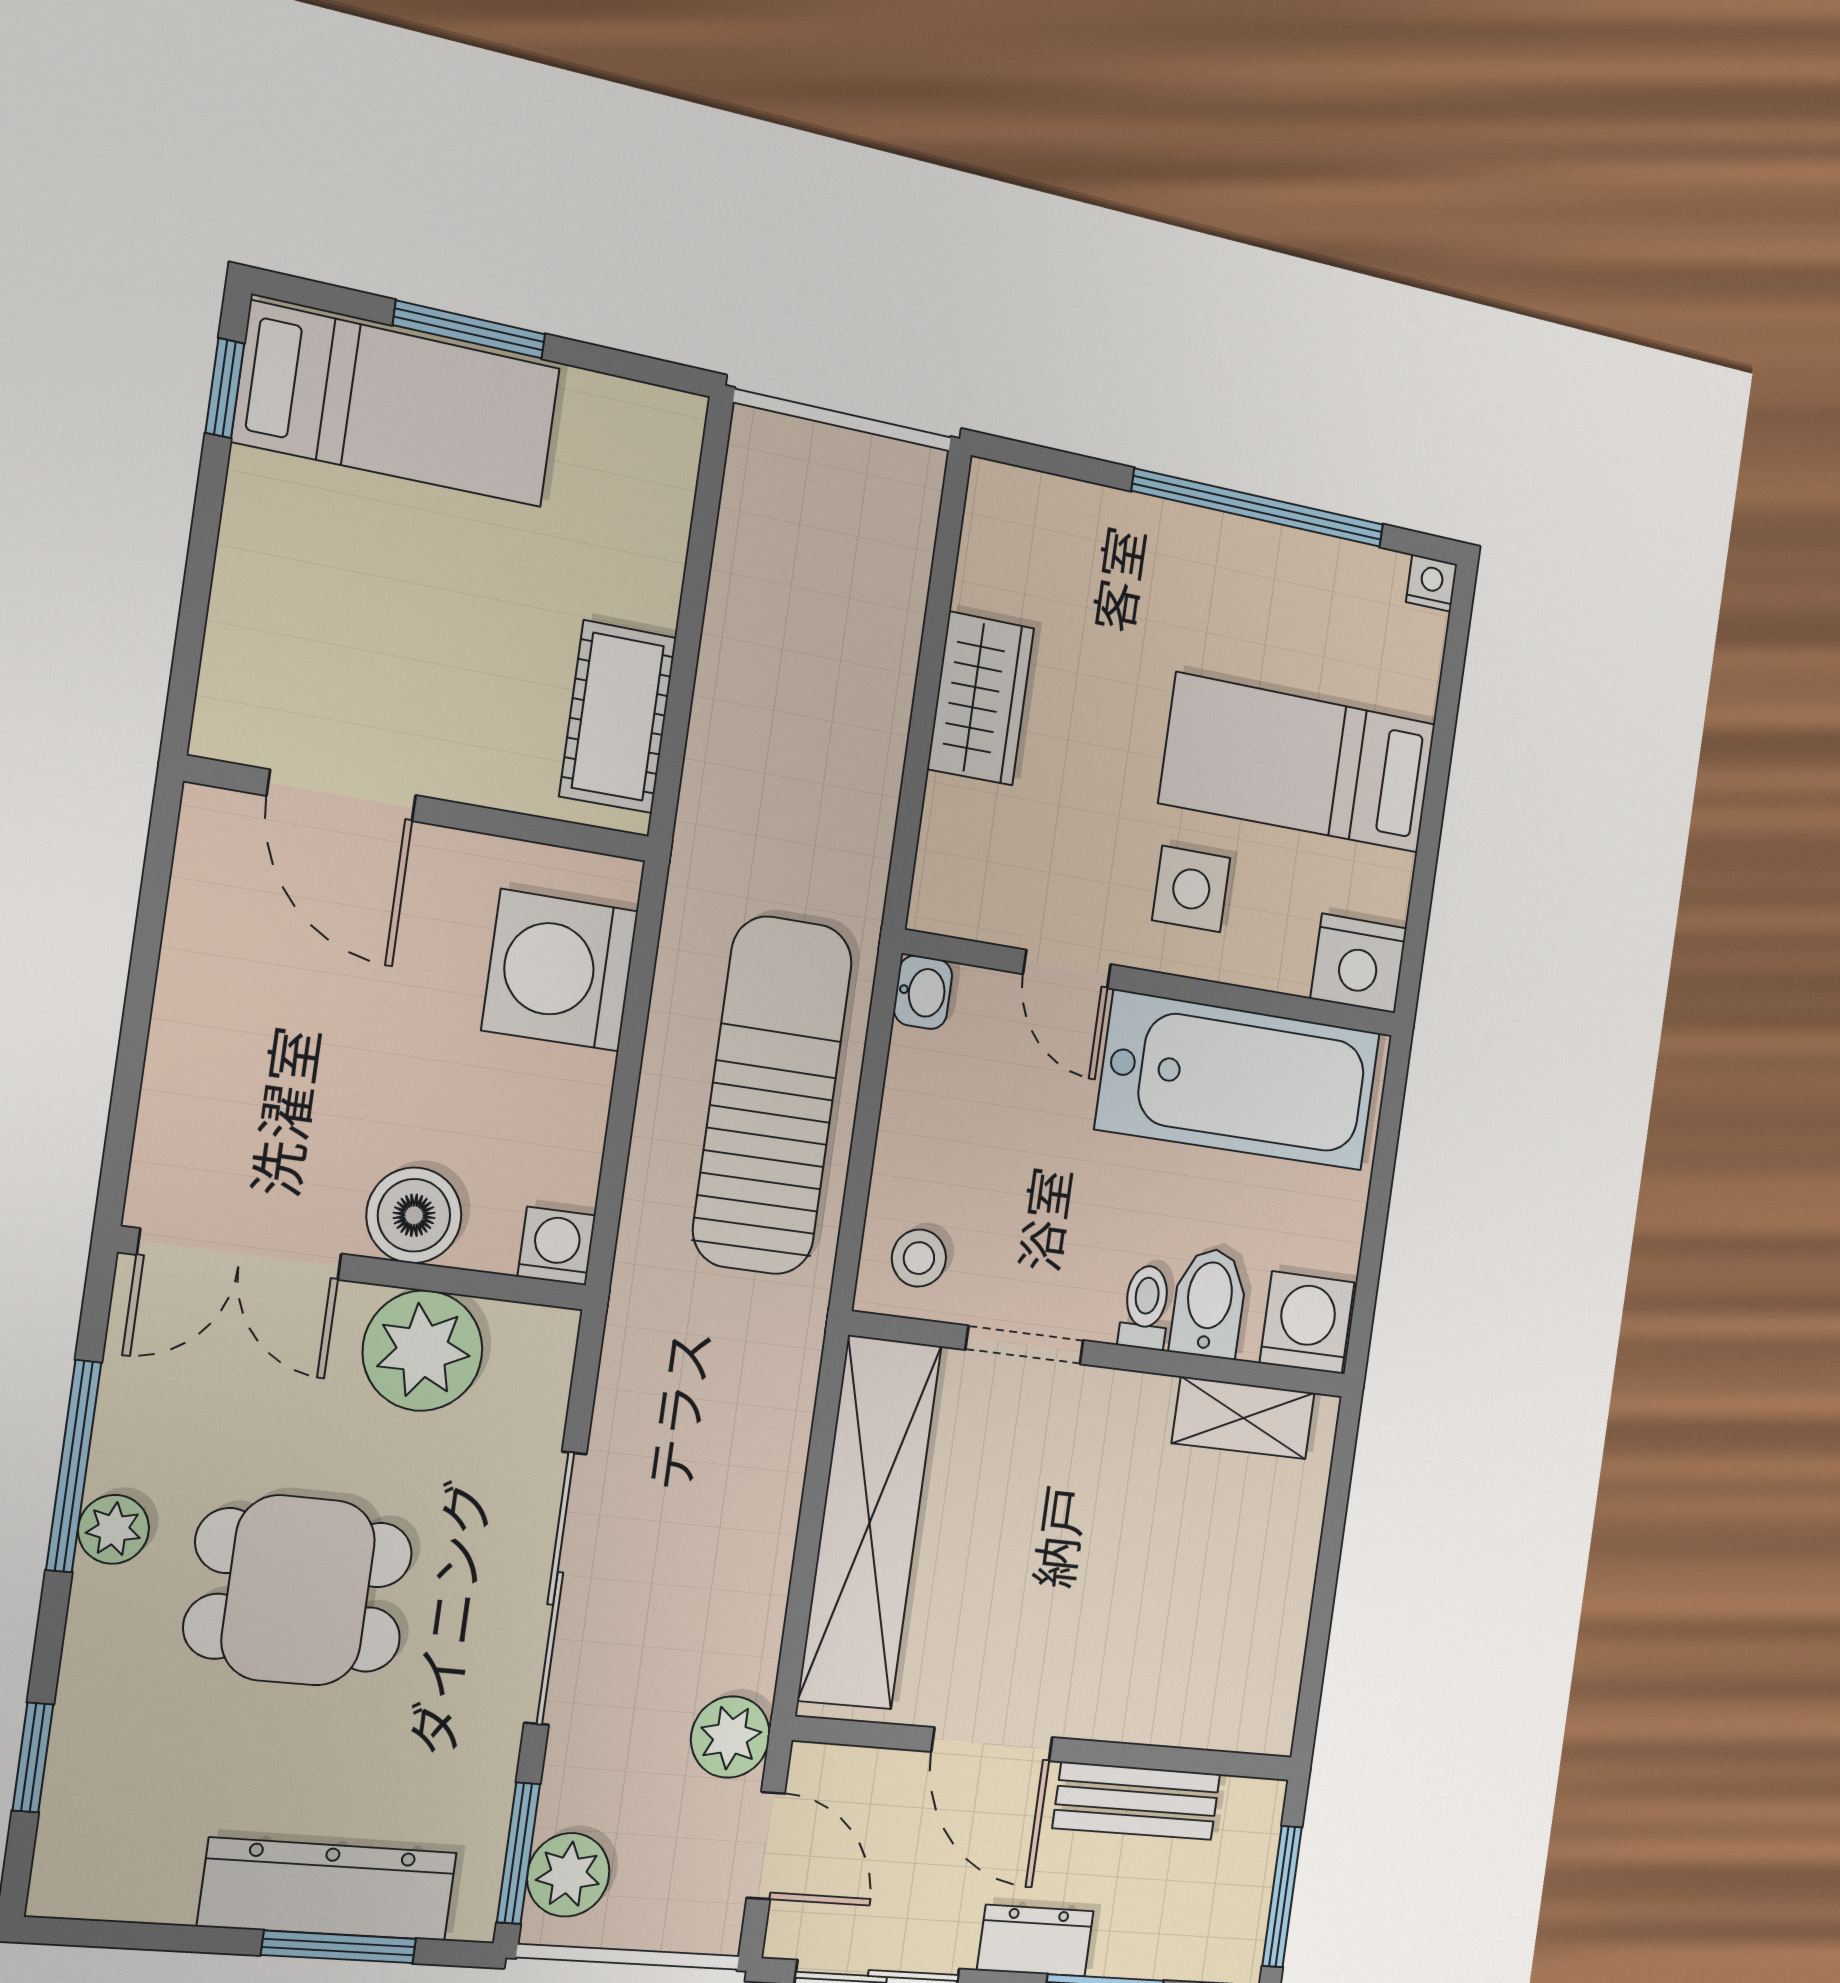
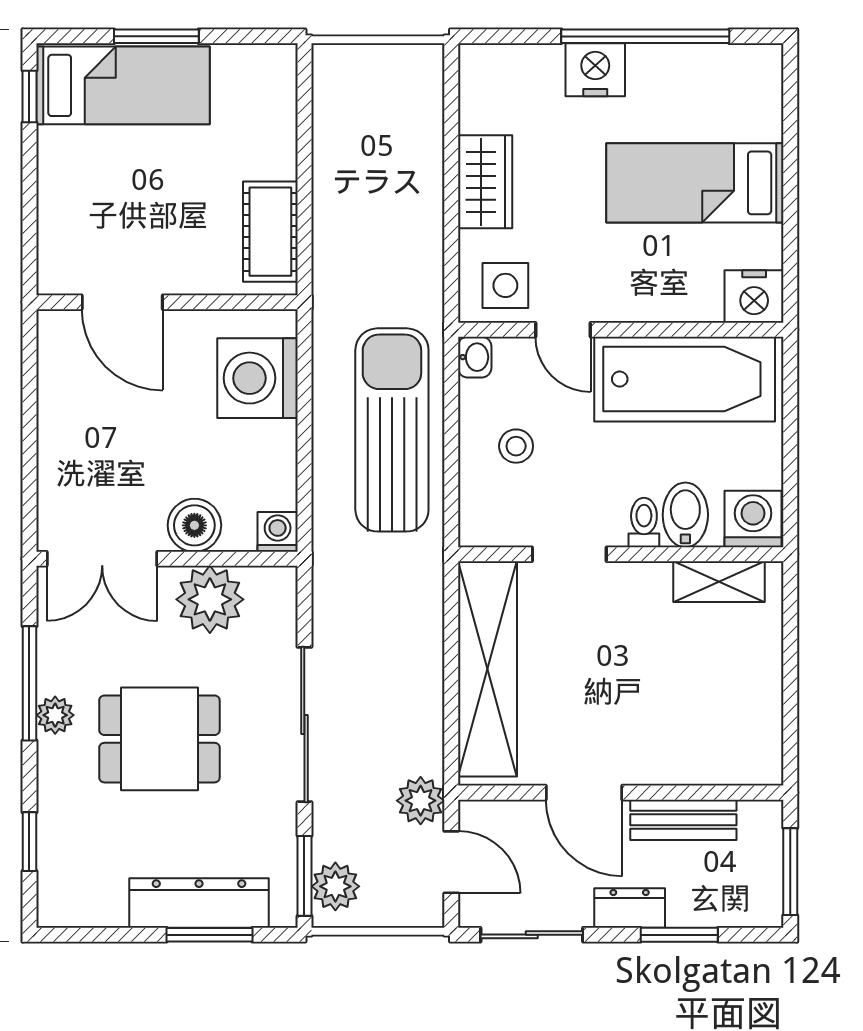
nightstand: (1432, 583) -> (595, 70), moved, width x1.89, depth x1.79
side table: (1191, 889) -> (505, 285), moved
stool: (919, 1258) -> (516, 446), moved

